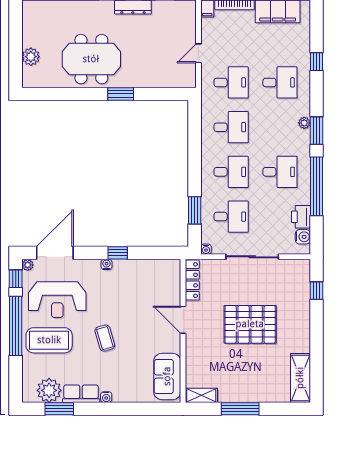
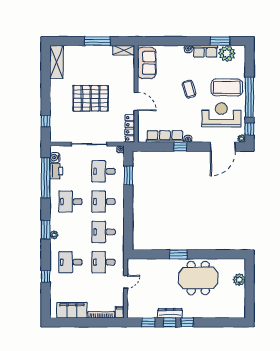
window: (316, 186) -> (46, 178), moved
row of seats: (141, 268) -> (165, 136), added

